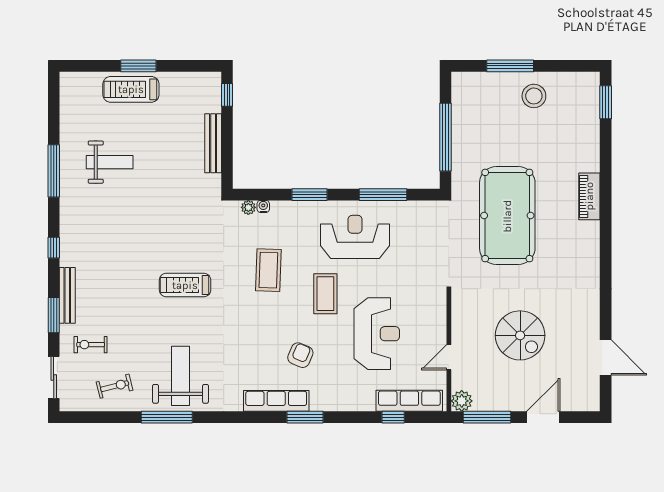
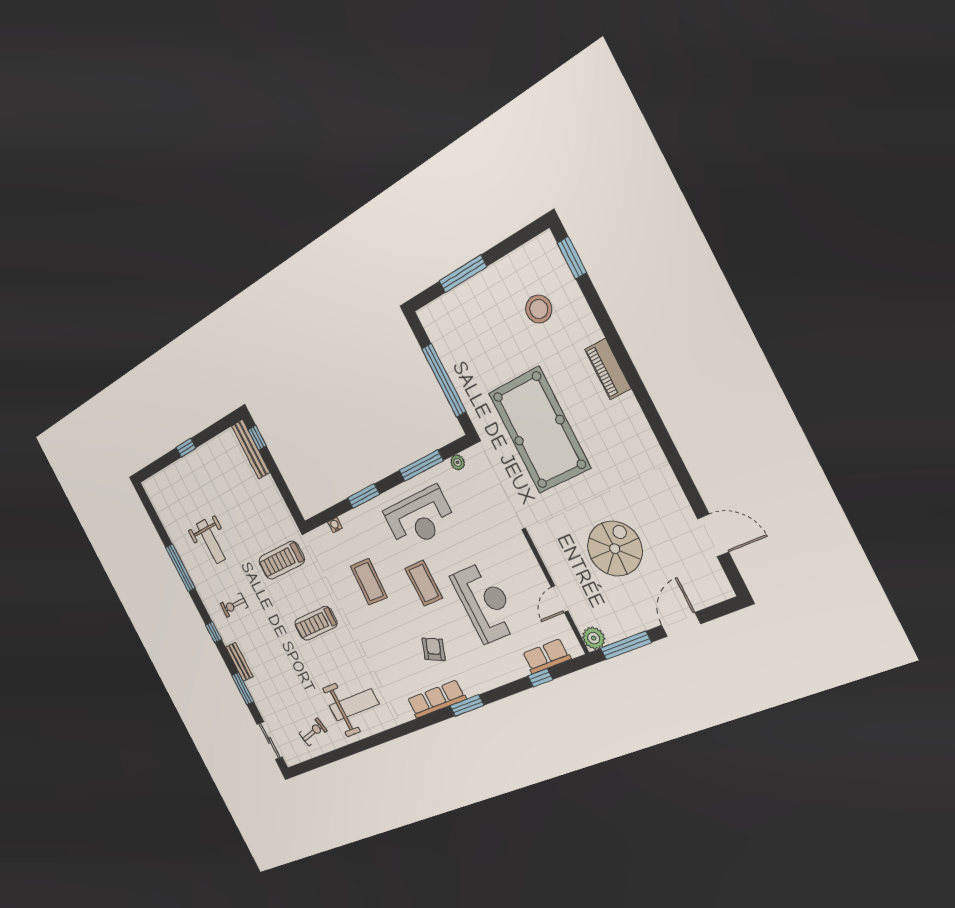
window: (138, 66) -> (186, 448), width x0.67
treadmill: (131, 89) -> (282, 560), moved
stool: (534, 96) -> (539, 309), moved
bench: (213, 143) -> (251, 449), moved
weight bench: (110, 162) -> (211, 541), turned 90
plant: (248, 207) -> (458, 462), moved
reception desk: (355, 237) -> (420, 518), turned 180
bench: (67, 295) -> (239, 662), width x0.73
spiral stairs: (520, 335) -> (615, 549), turned -90
exercise bike: (91, 345) -> (234, 605), moved
weight bench: (181, 376) -> (354, 705), turned 90
row of seats: (409, 401) -> (546, 656), width x0.68
window: (167, 417) -> (363, 745), removed

